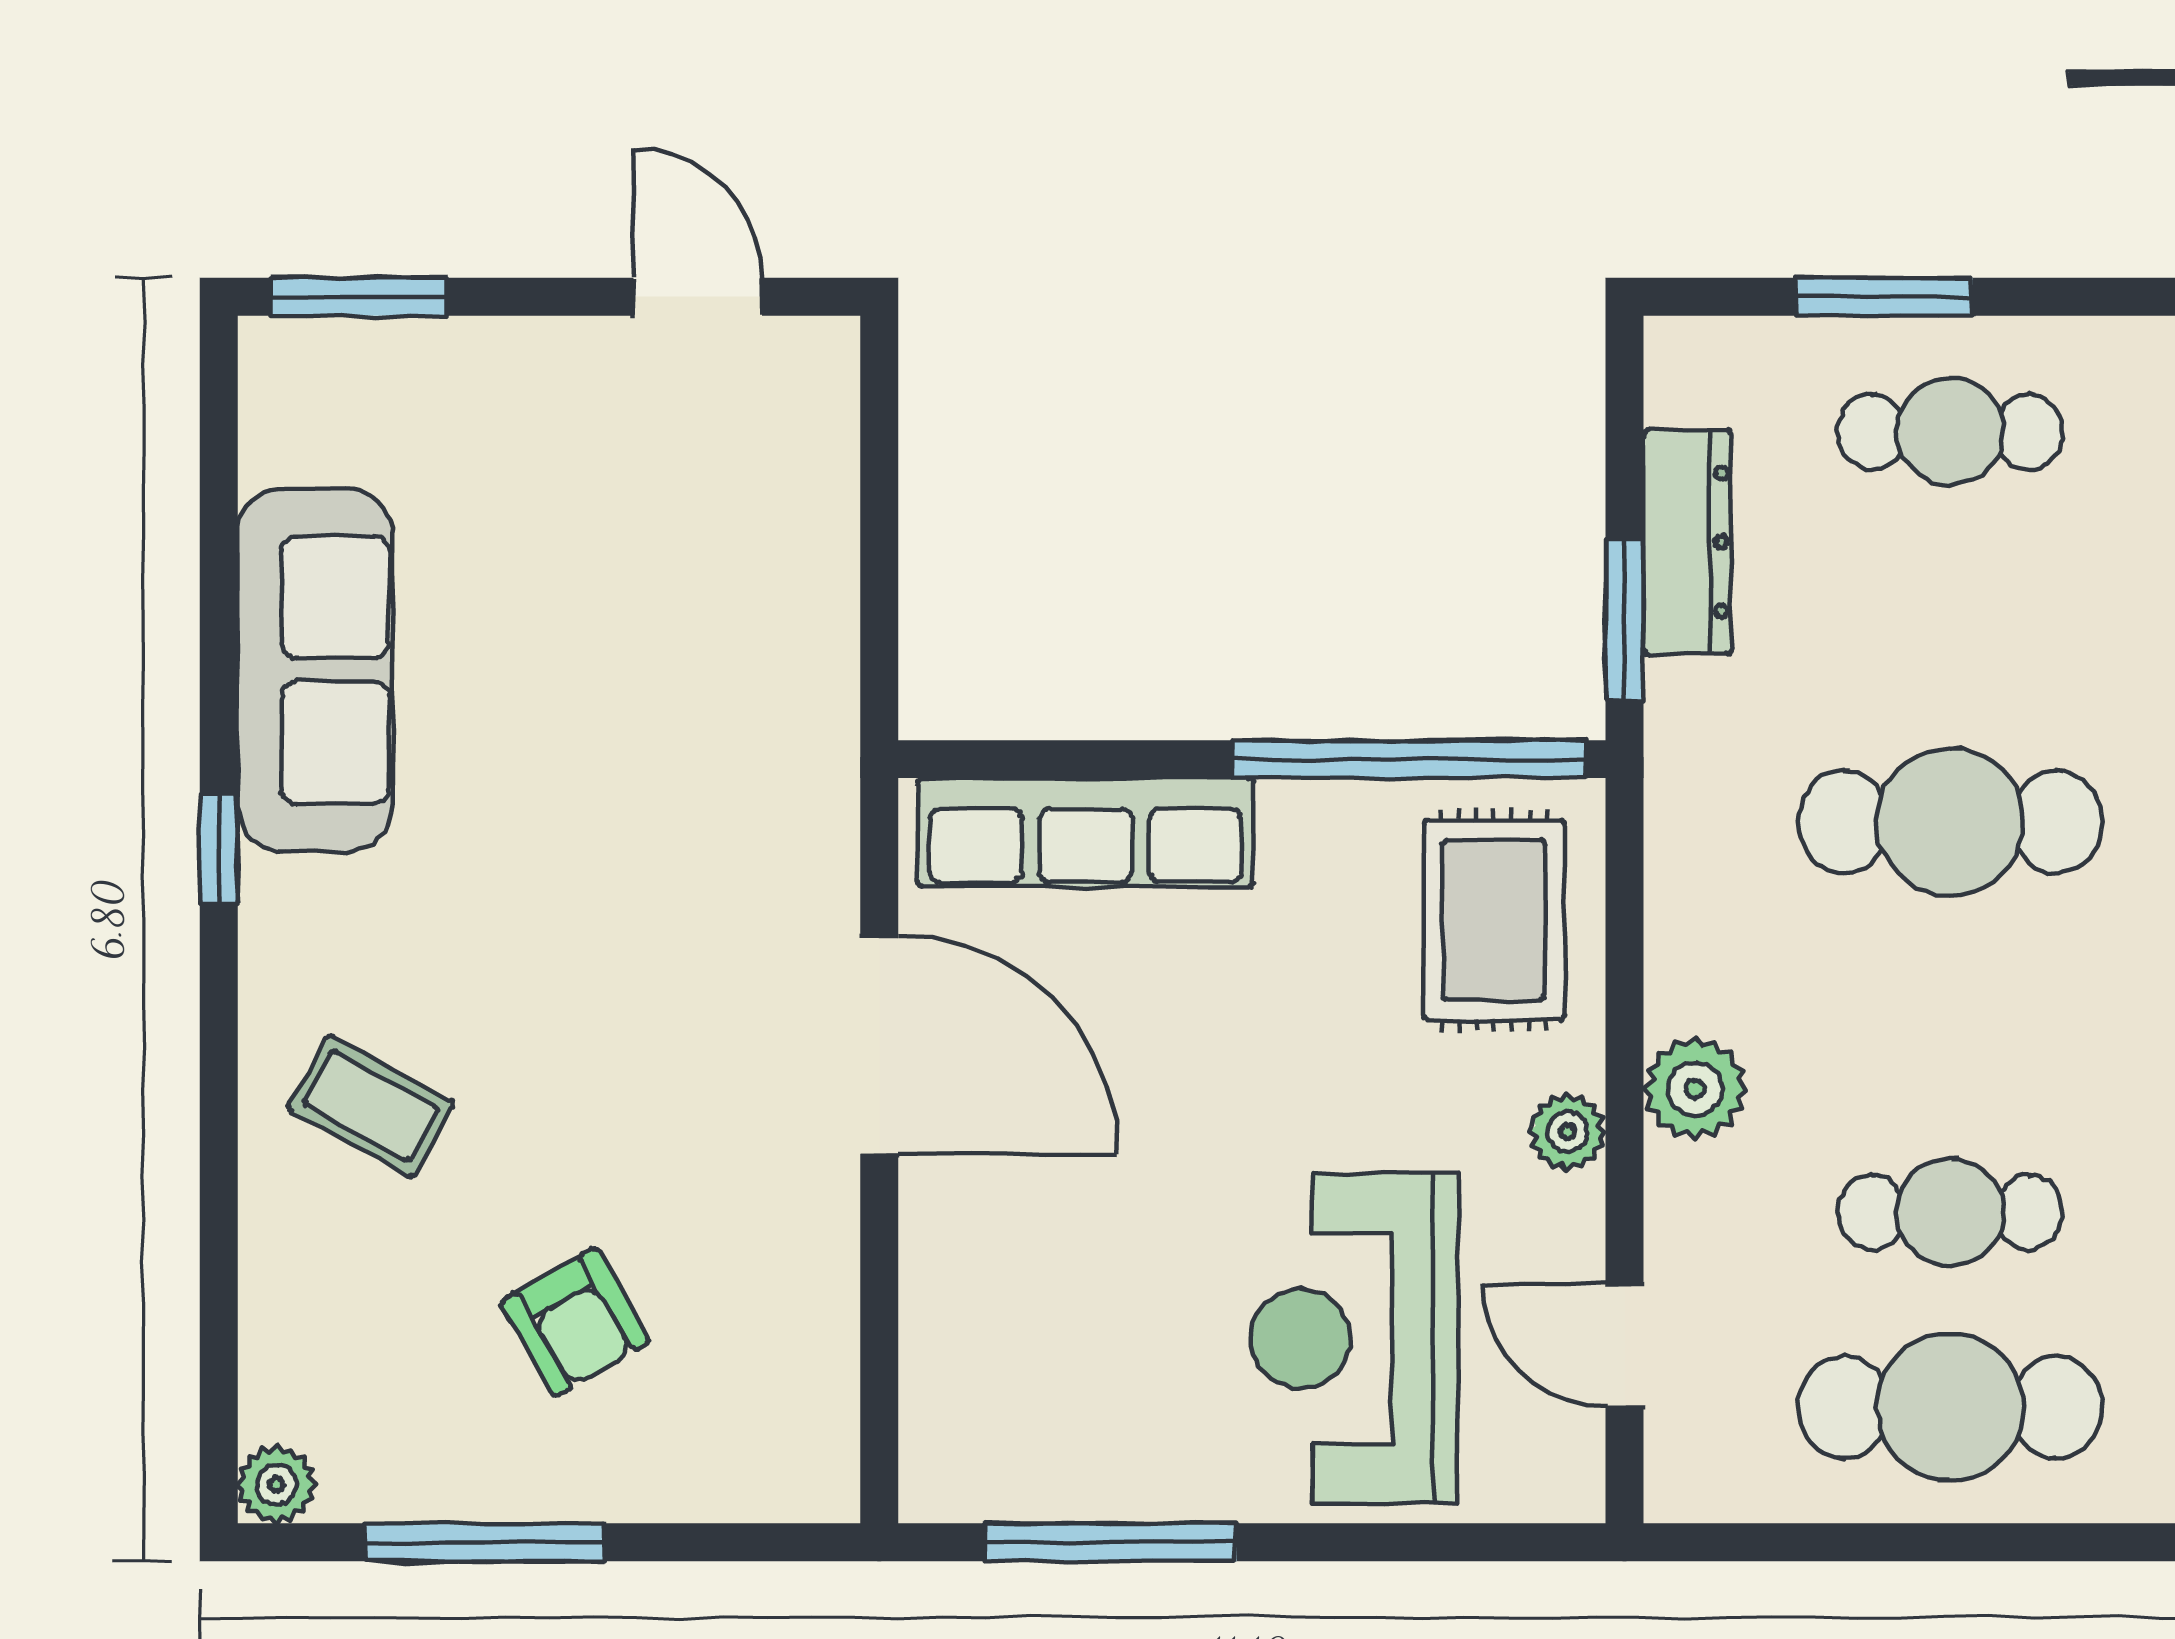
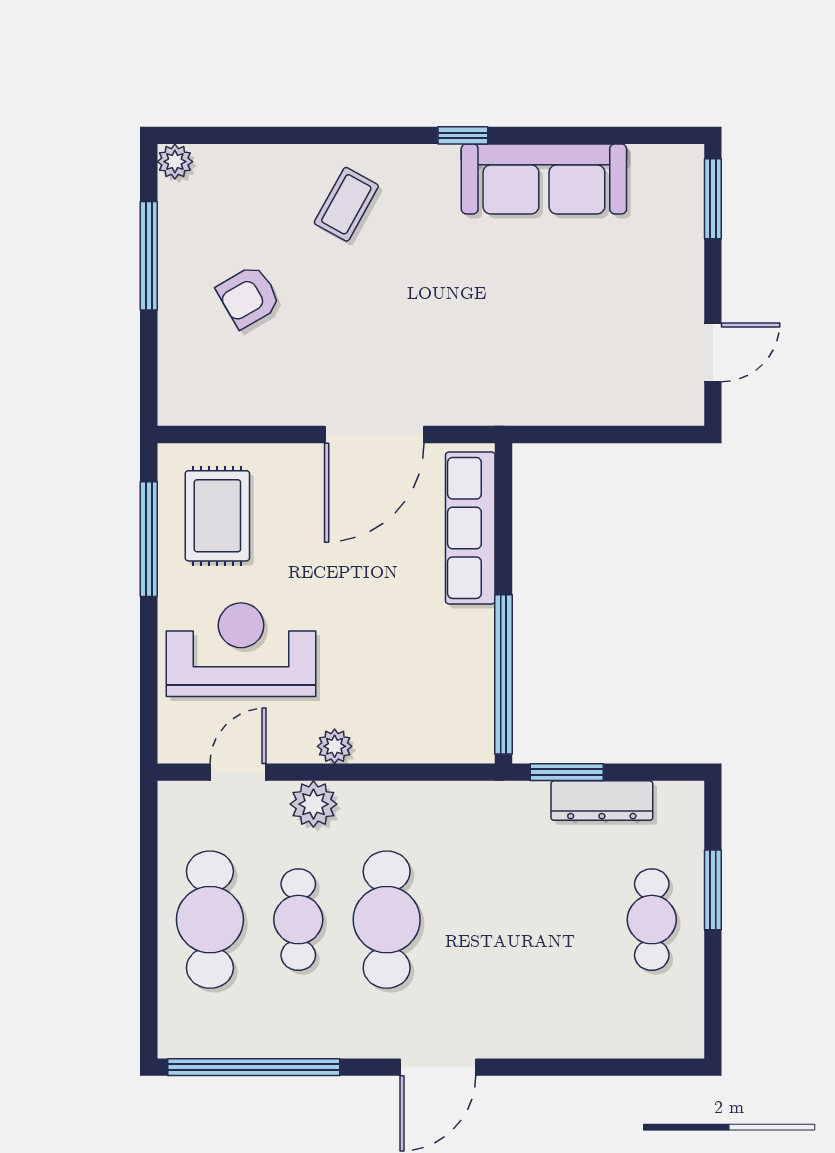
cafe table: (1950, 822) -> (387, 920), moved
rug: (1494, 920) -> (217, 516), moved, turned 90
plant: (1695, 1089) -> (313, 804), moved

